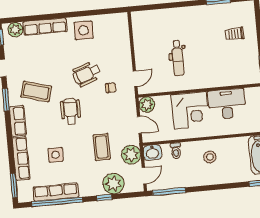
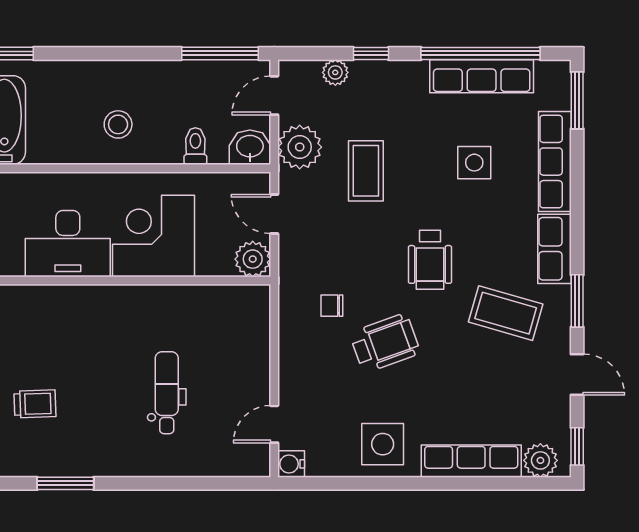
water cooler: (122, 18) -> (291, 464), added
dental chair: (178, 58) -> (167, 393), moved
door: (135, 79) -> (274, 424), moved
plant: (114, 184) -> (335, 72), width x0.53, depth x0.53

